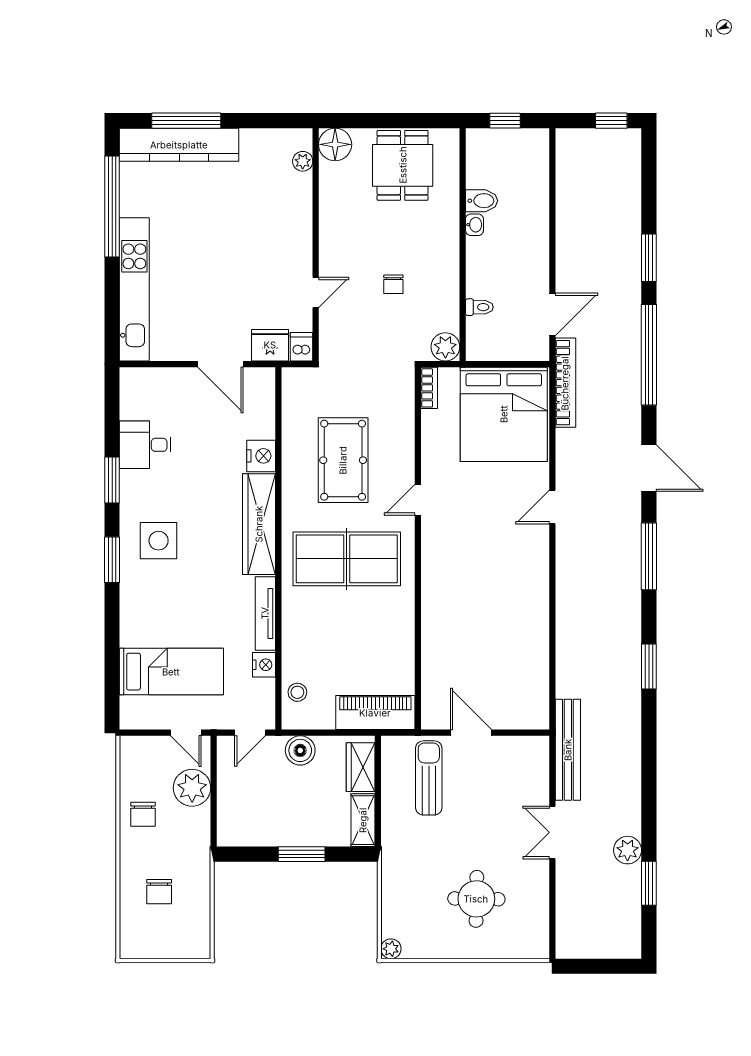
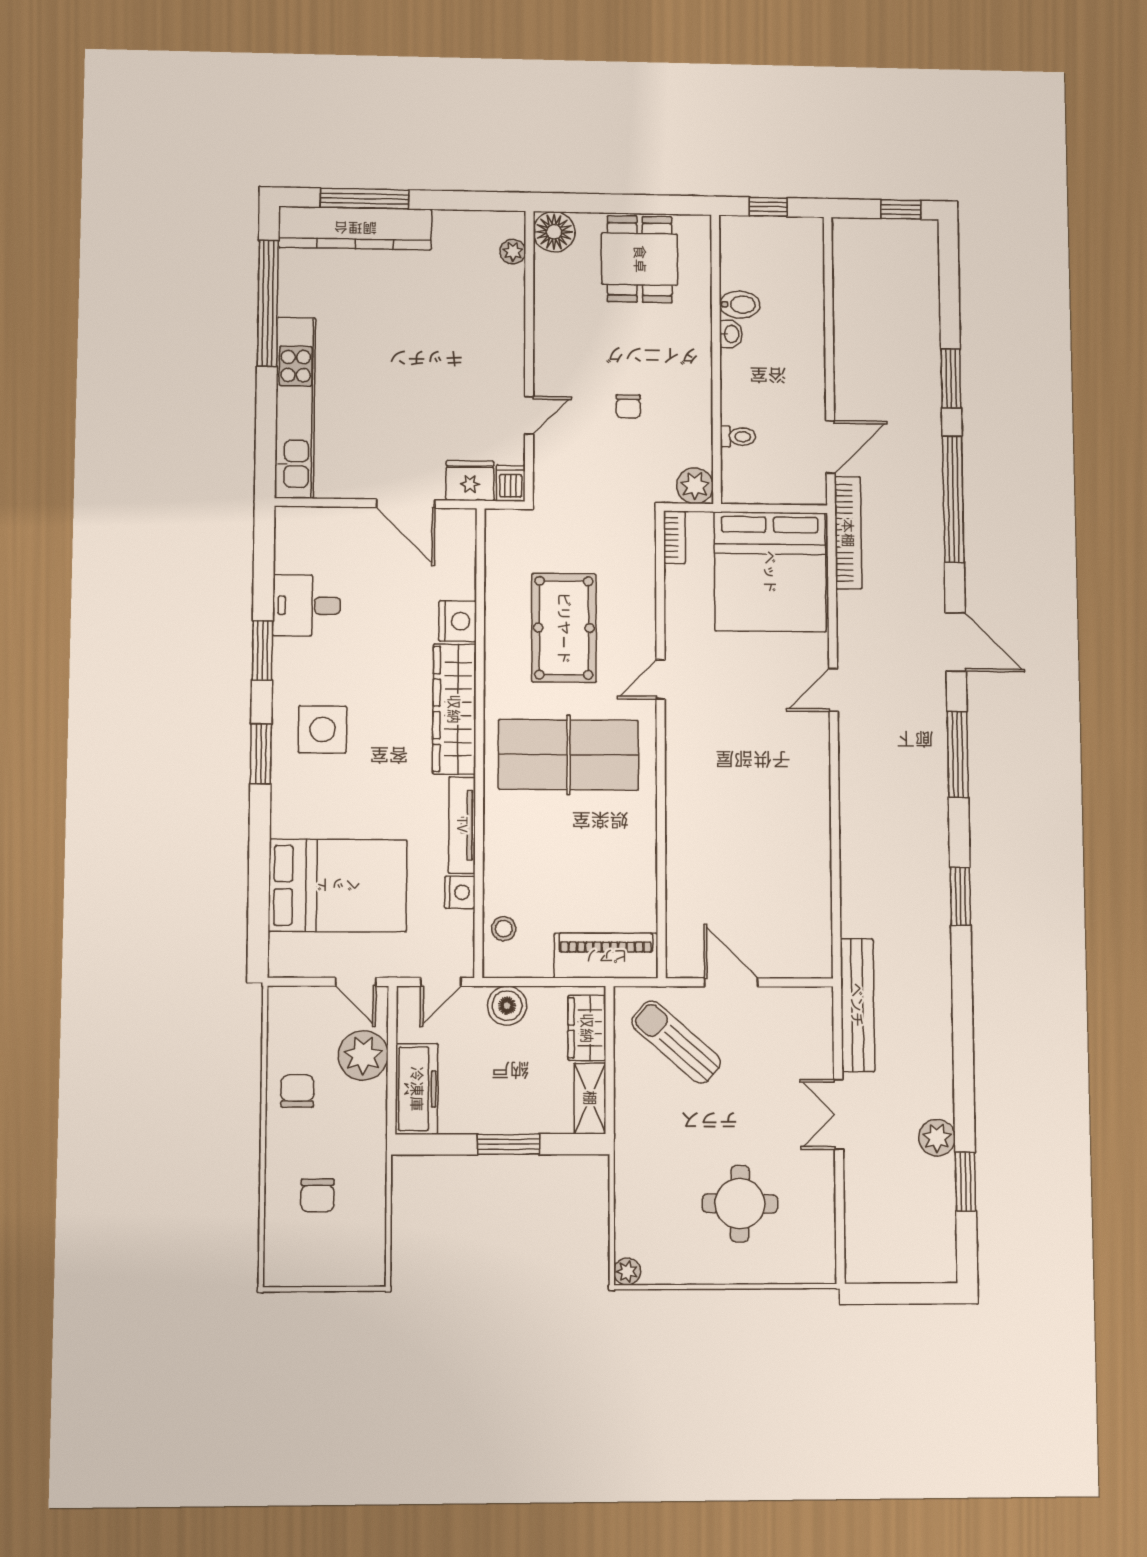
bed: (171, 672) -> (338, 885), width x1.50
sun lounger: (429, 778) -> (676, 1042), turned -49
freezer: (232, 813) -> (417, 1089), added
chair: (143, 814) -> (297, 1091), turned 180

